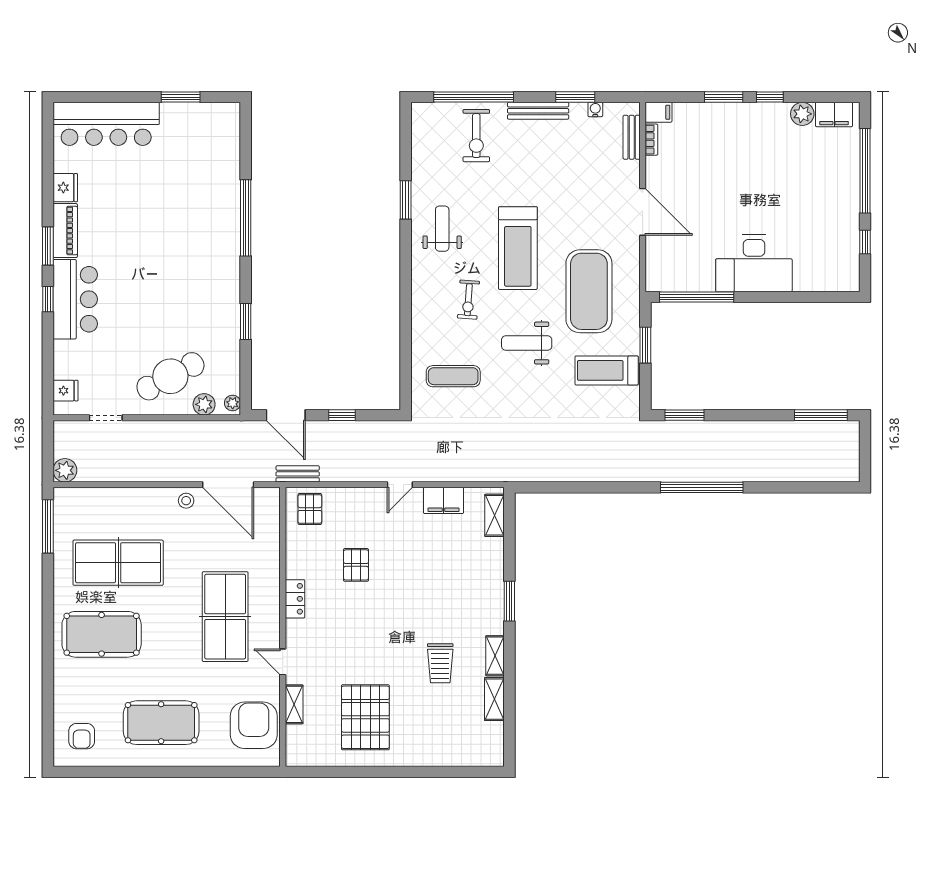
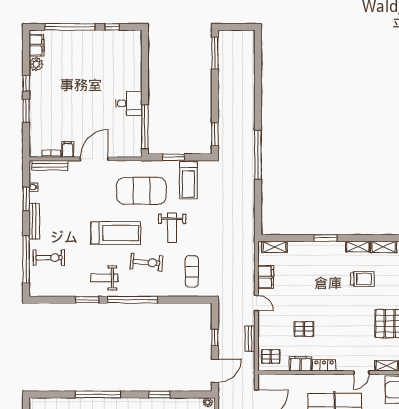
filing cabinet: (658, 112) -> (68, 149), moved
bench: (632, 137) -> (50, 165), width x1.36
desk: (754, 263) -> (129, 103), width x0.53, depth x0.77
window: (406, 276) -> (132, 300), added
exercise bike: (468, 300) -> (146, 262), width x1.38, depth x1.39
bench: (298, 474) -> (250, 339), moved
window: (702, 487) -> (258, 155), moved
filing cabinet: (298, 559) -> (301, 364), added

